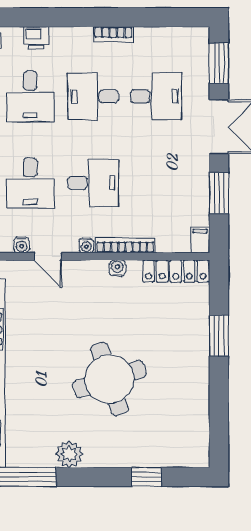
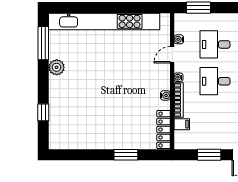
desk: (93, 183) -> (215, 81), turned 90
filing cabinet: (200, 240) -> (182, 124), moved
round table: (109, 379) -> (100, 91), removed

